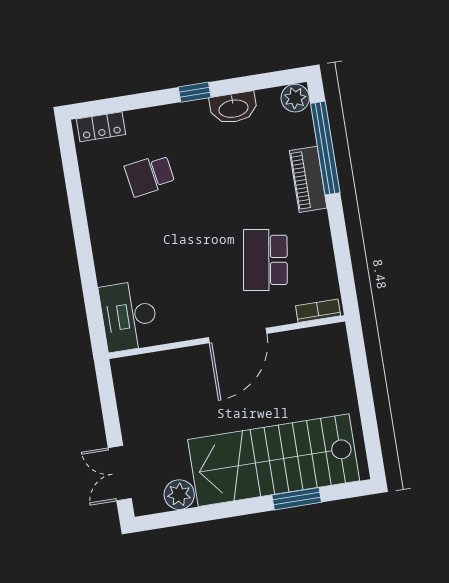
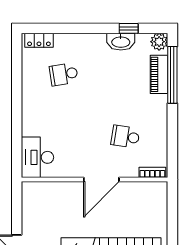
window: (195, 92) -> (129, 28), moved
piano: (308, 179) -> (159, 74), moved
school desk: (265, 260) -> (125, 137), width x0.54

